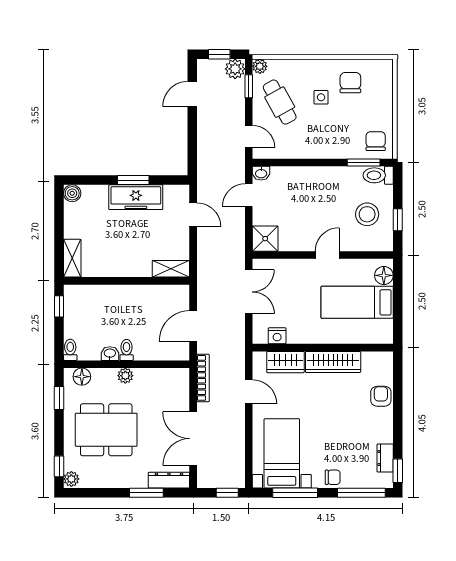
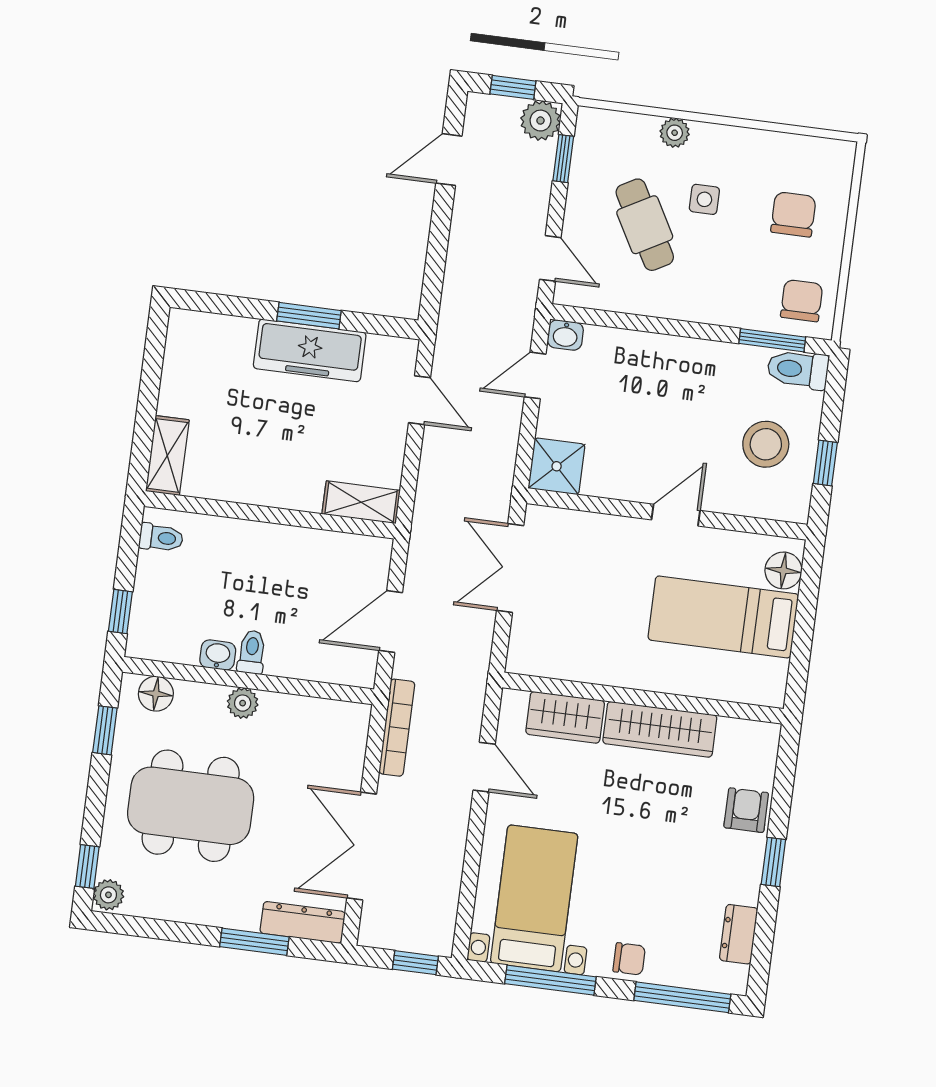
plant: (260, 66) -> (675, 133), moved
chair: (350, 83) -> (793, 214), moved
cafe table: (280, 102) -> (645, 225), moved
boiler: (72, 193) -> (184, 326), removed
double door: (249, 292) -> (510, 568), swing flipped
window: (59, 306) -> (120, 611), moved
nightstand: (277, 336) -> (555, 663), removed
toilet: (70, 350) -> (161, 538), moved, turned 90
window: (398, 471) -> (773, 862), moved

